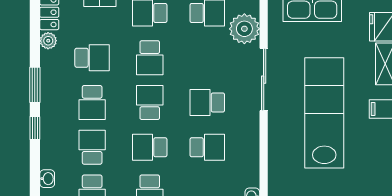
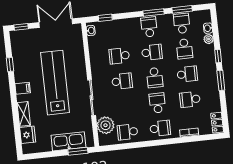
plant: (48, 41) -> (209, 39), moved
school desk: (92, 102) -> (187, 74), turned 90
lab bench: (324, 113) -> (55, 83), turned 180

